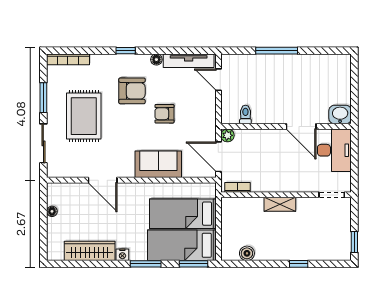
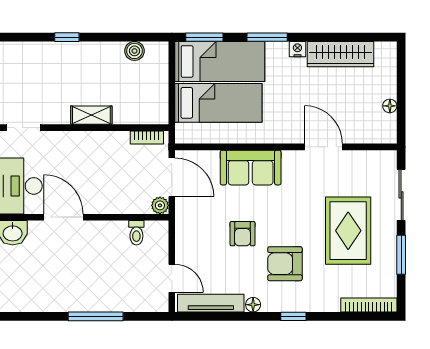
armchair: (164, 114) -> (243, 234), turned 90

